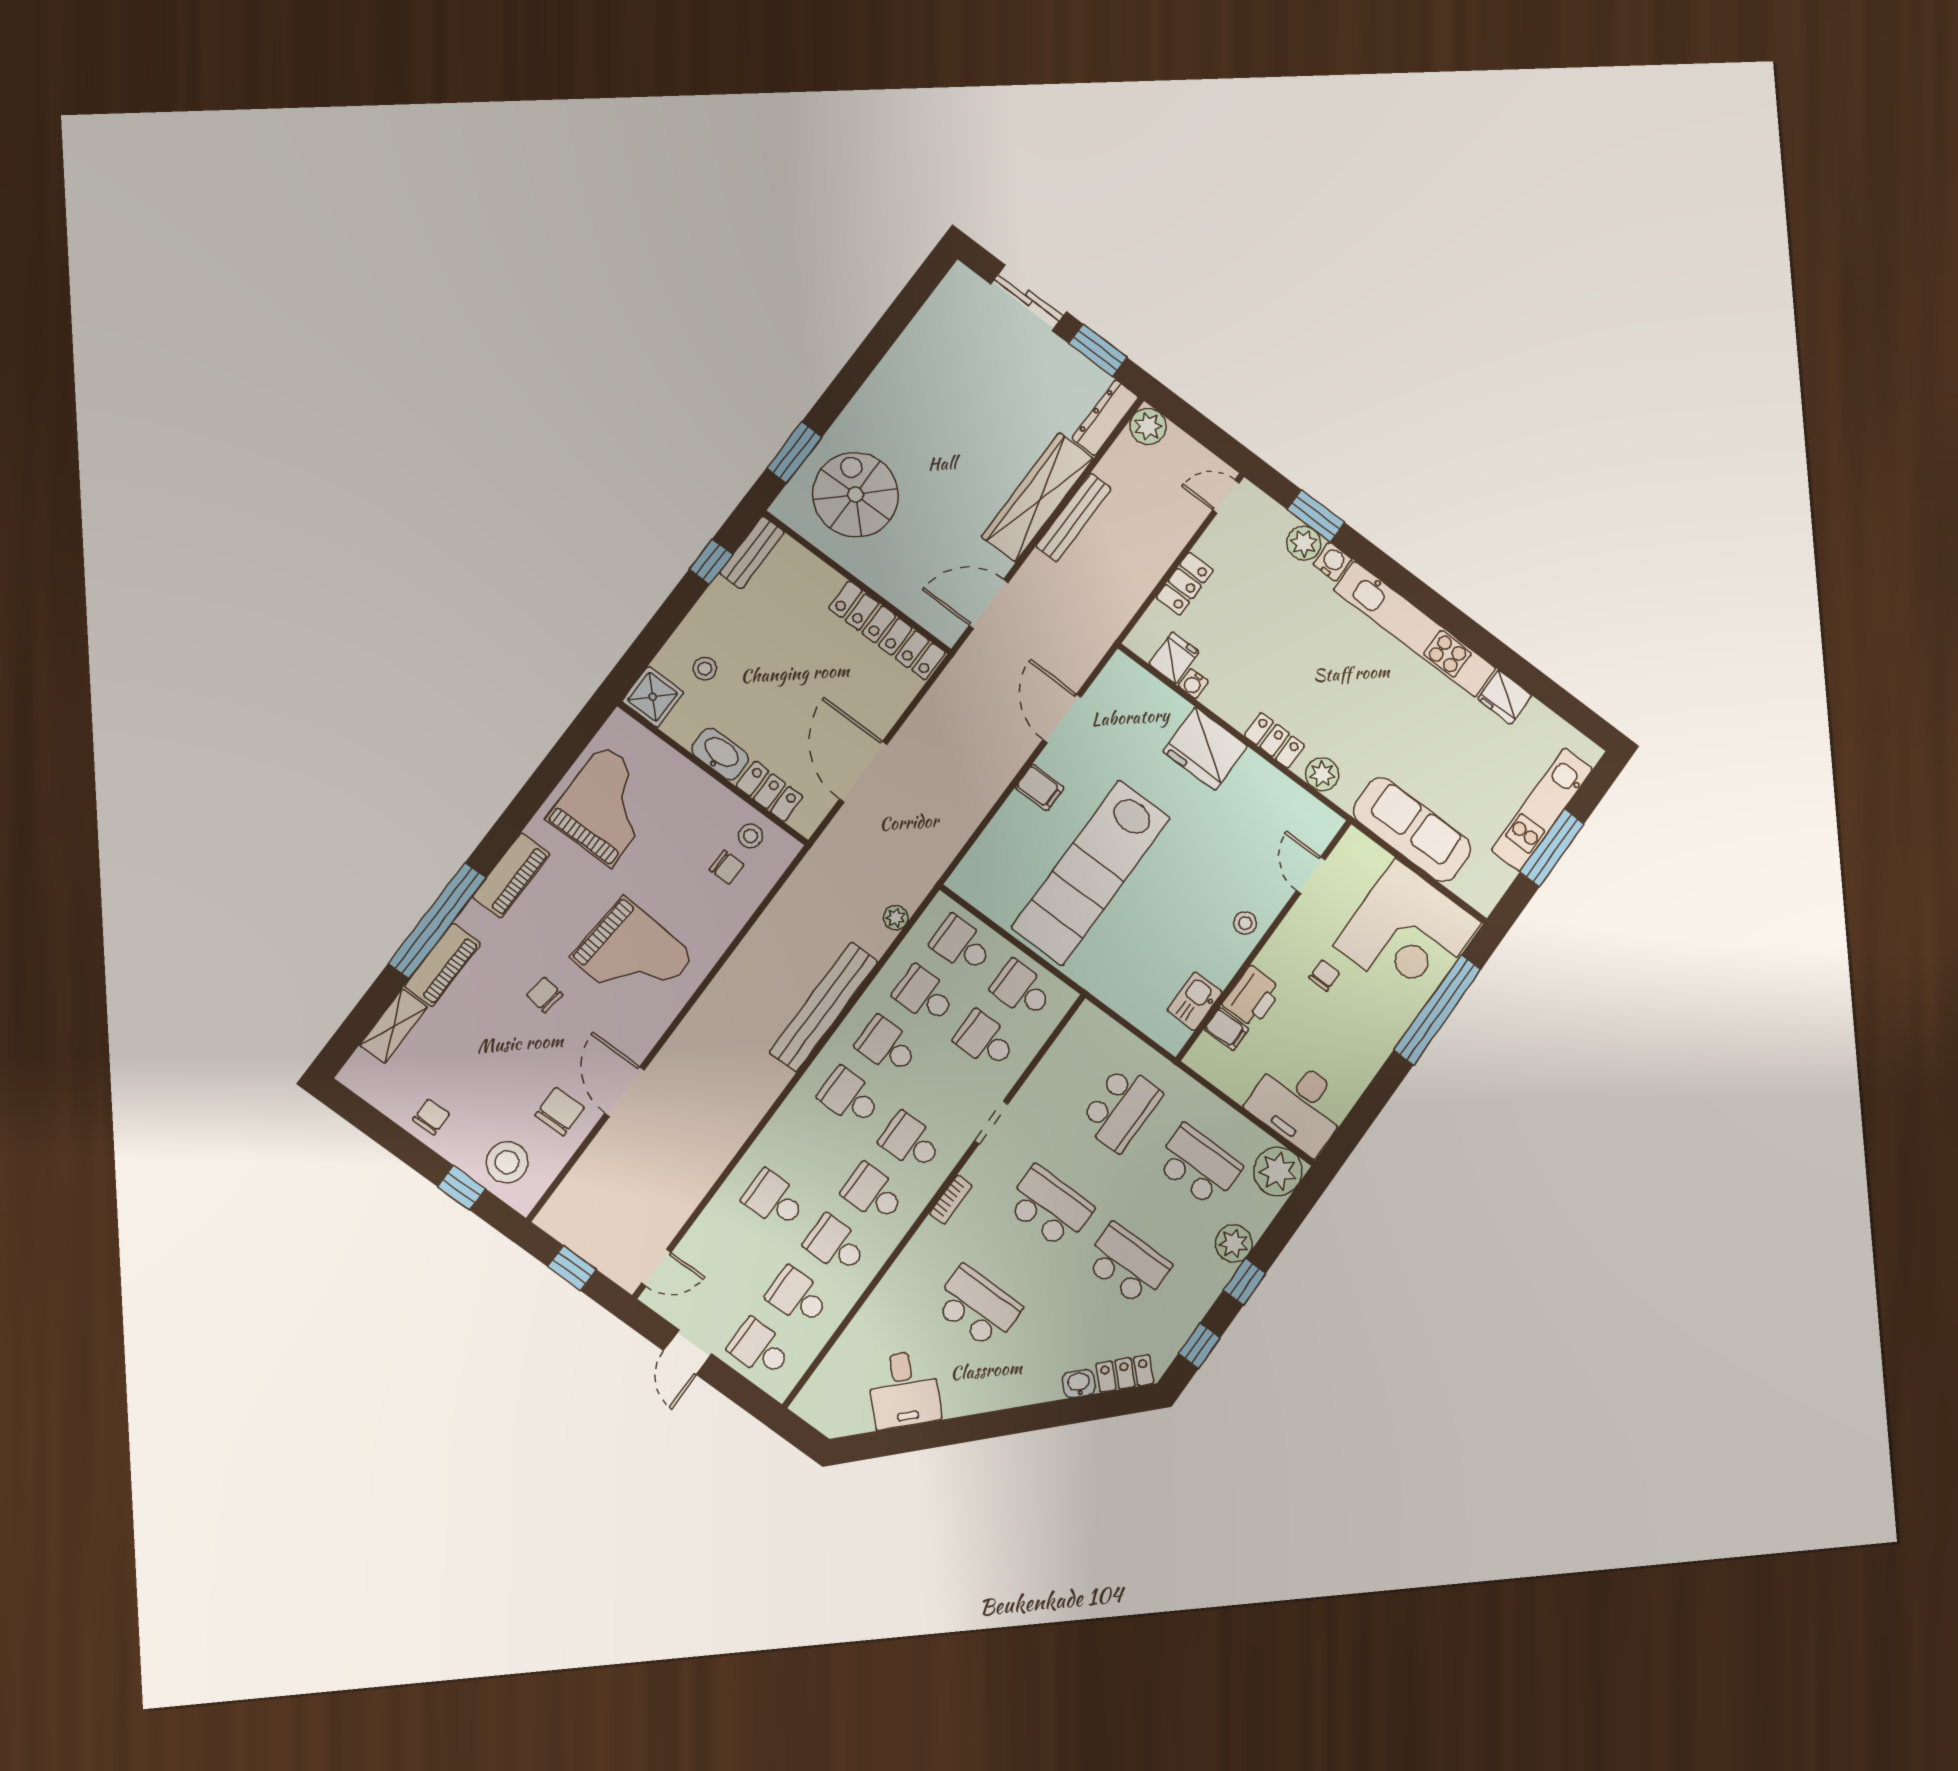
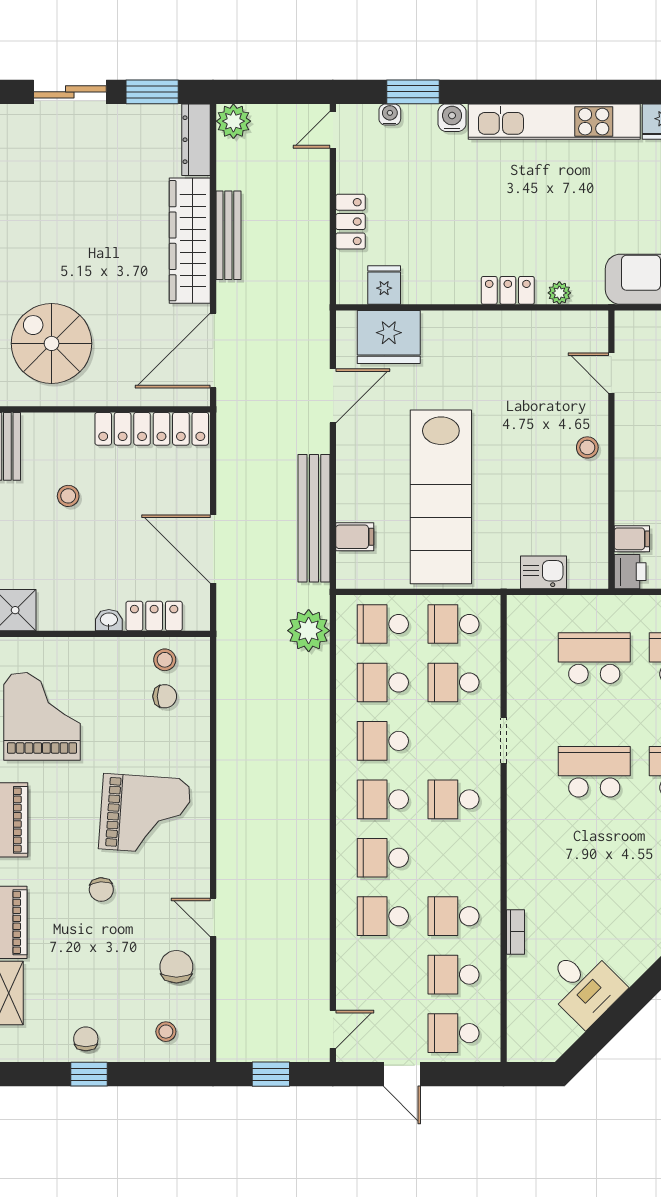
plant: (1304, 543) -> (419, 120), removed
door: (989, 604) -> (213, 351), width x1.36
stool: (705, 669) -> (68, 496), moved
water cooler: (1193, 684) -> (390, 115), moved, turned 180
door: (1062, 718) -> (333, 396), swing flipped
fridge: (1205, 749) -> (389, 337), moved
washbasin: (720, 754) -> (109, 620), width x0.52, depth x0.69
plant: (1322, 774) -> (559, 293), width x0.73, depth x0.73
filing cabinet: (1040, 788) -> (355, 537), moved
plant: (896, 918) -> (309, 631), width x1.87, depth x1.87
chair: (545, 995) -> (101, 890), turned -102
printer: (1252, 997) -> (630, 572), moved, width x0.73, depth x0.81
kitchen sink: (1194, 1001) -> (544, 572), moved, turned 90
bench: (824, 1007) -> (314, 518), moved
door: (624, 1092) -> (213, 917), width x0.73
school desk: (1121, 1108) -> (594, 658), turned -90
stool: (507, 1162) -> (166, 1032), width x0.53, depth x0.53
window: (462, 1188) -> (89, 1074), moved
school desk: (873, 1193) -> (383, 858), moved
bookcase: (951, 1200) -> (515, 932), moved
school desk: (977, 1307) -> (594, 885), removed

